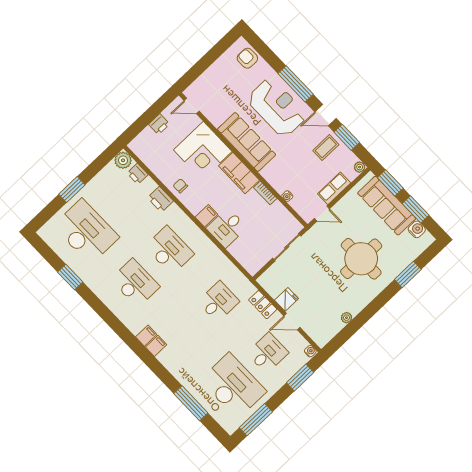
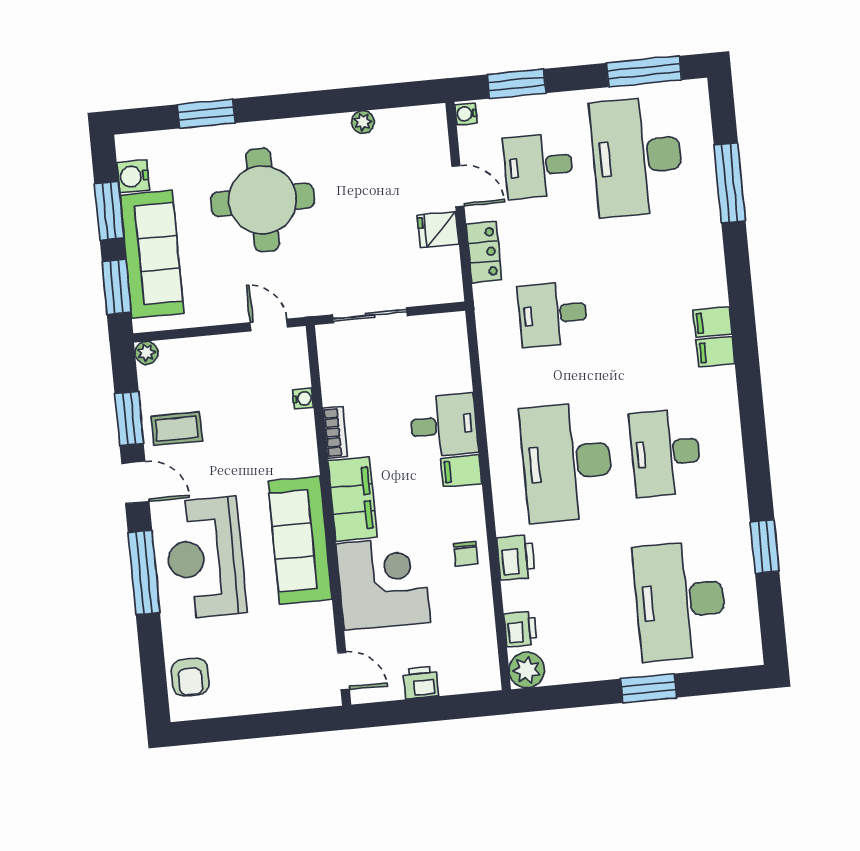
row of seats: (334, 188) -> (216, 351), removed
desk: (169, 250) -> (567, 462), width x1.36, depth x1.30

